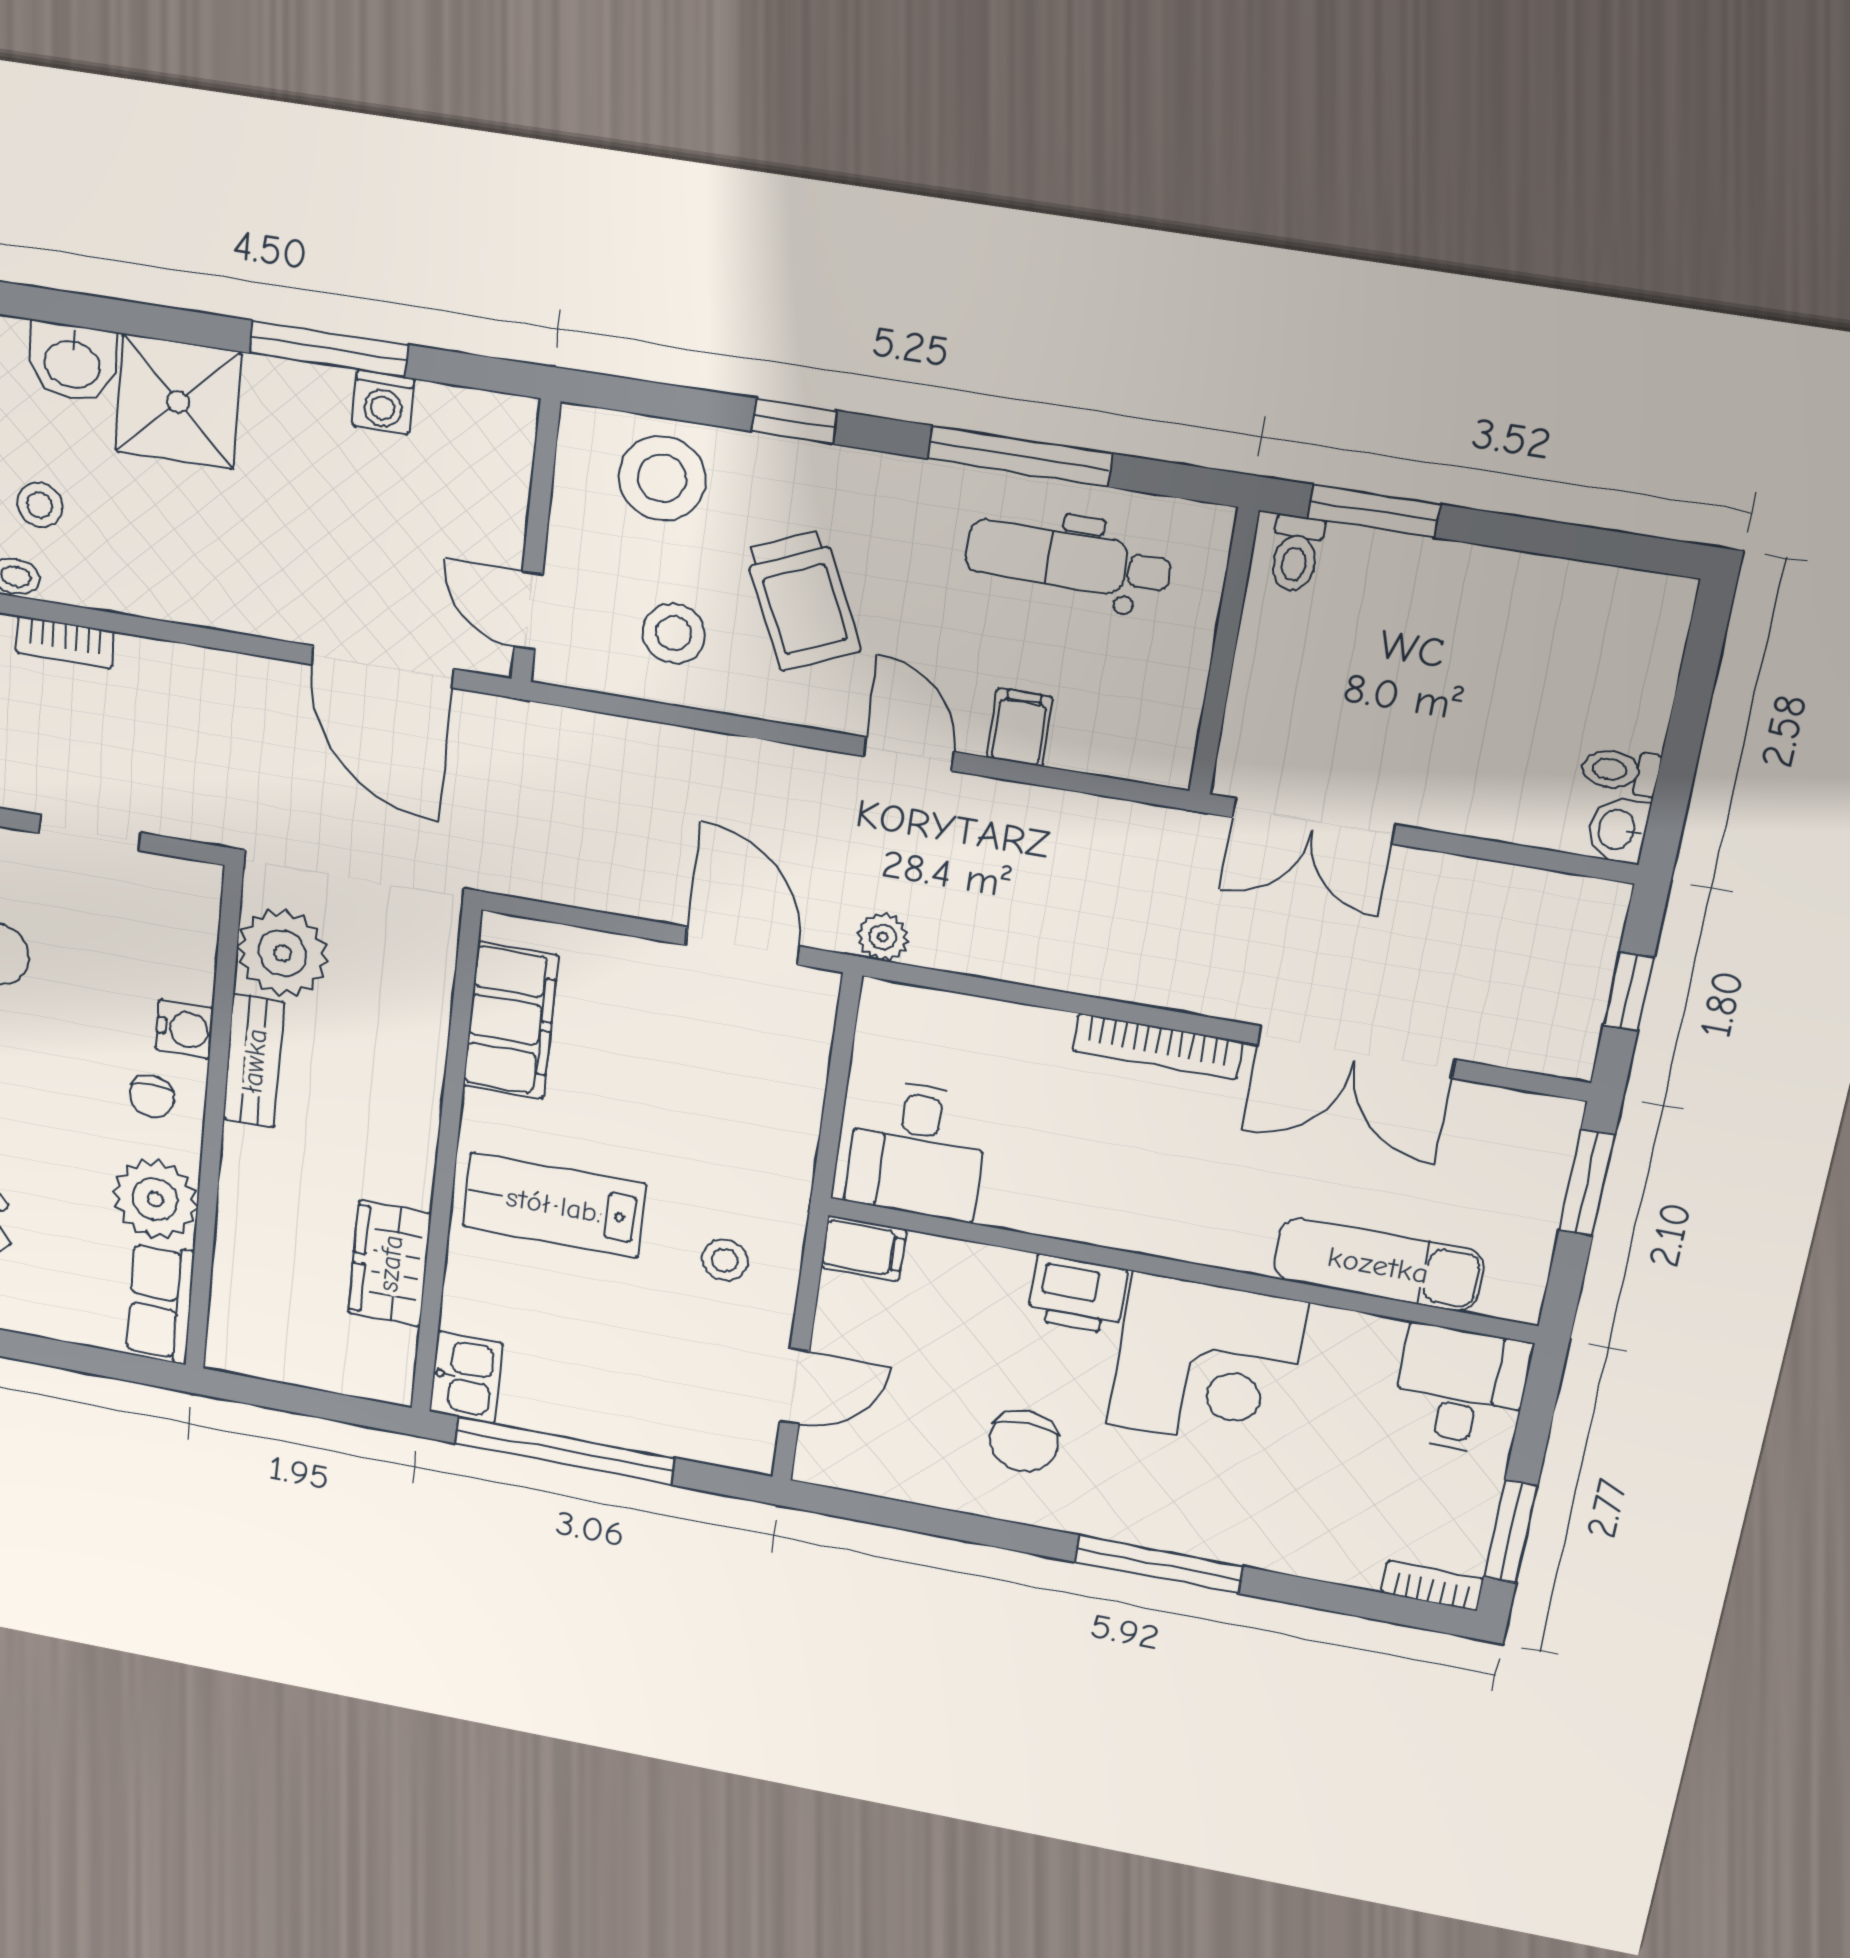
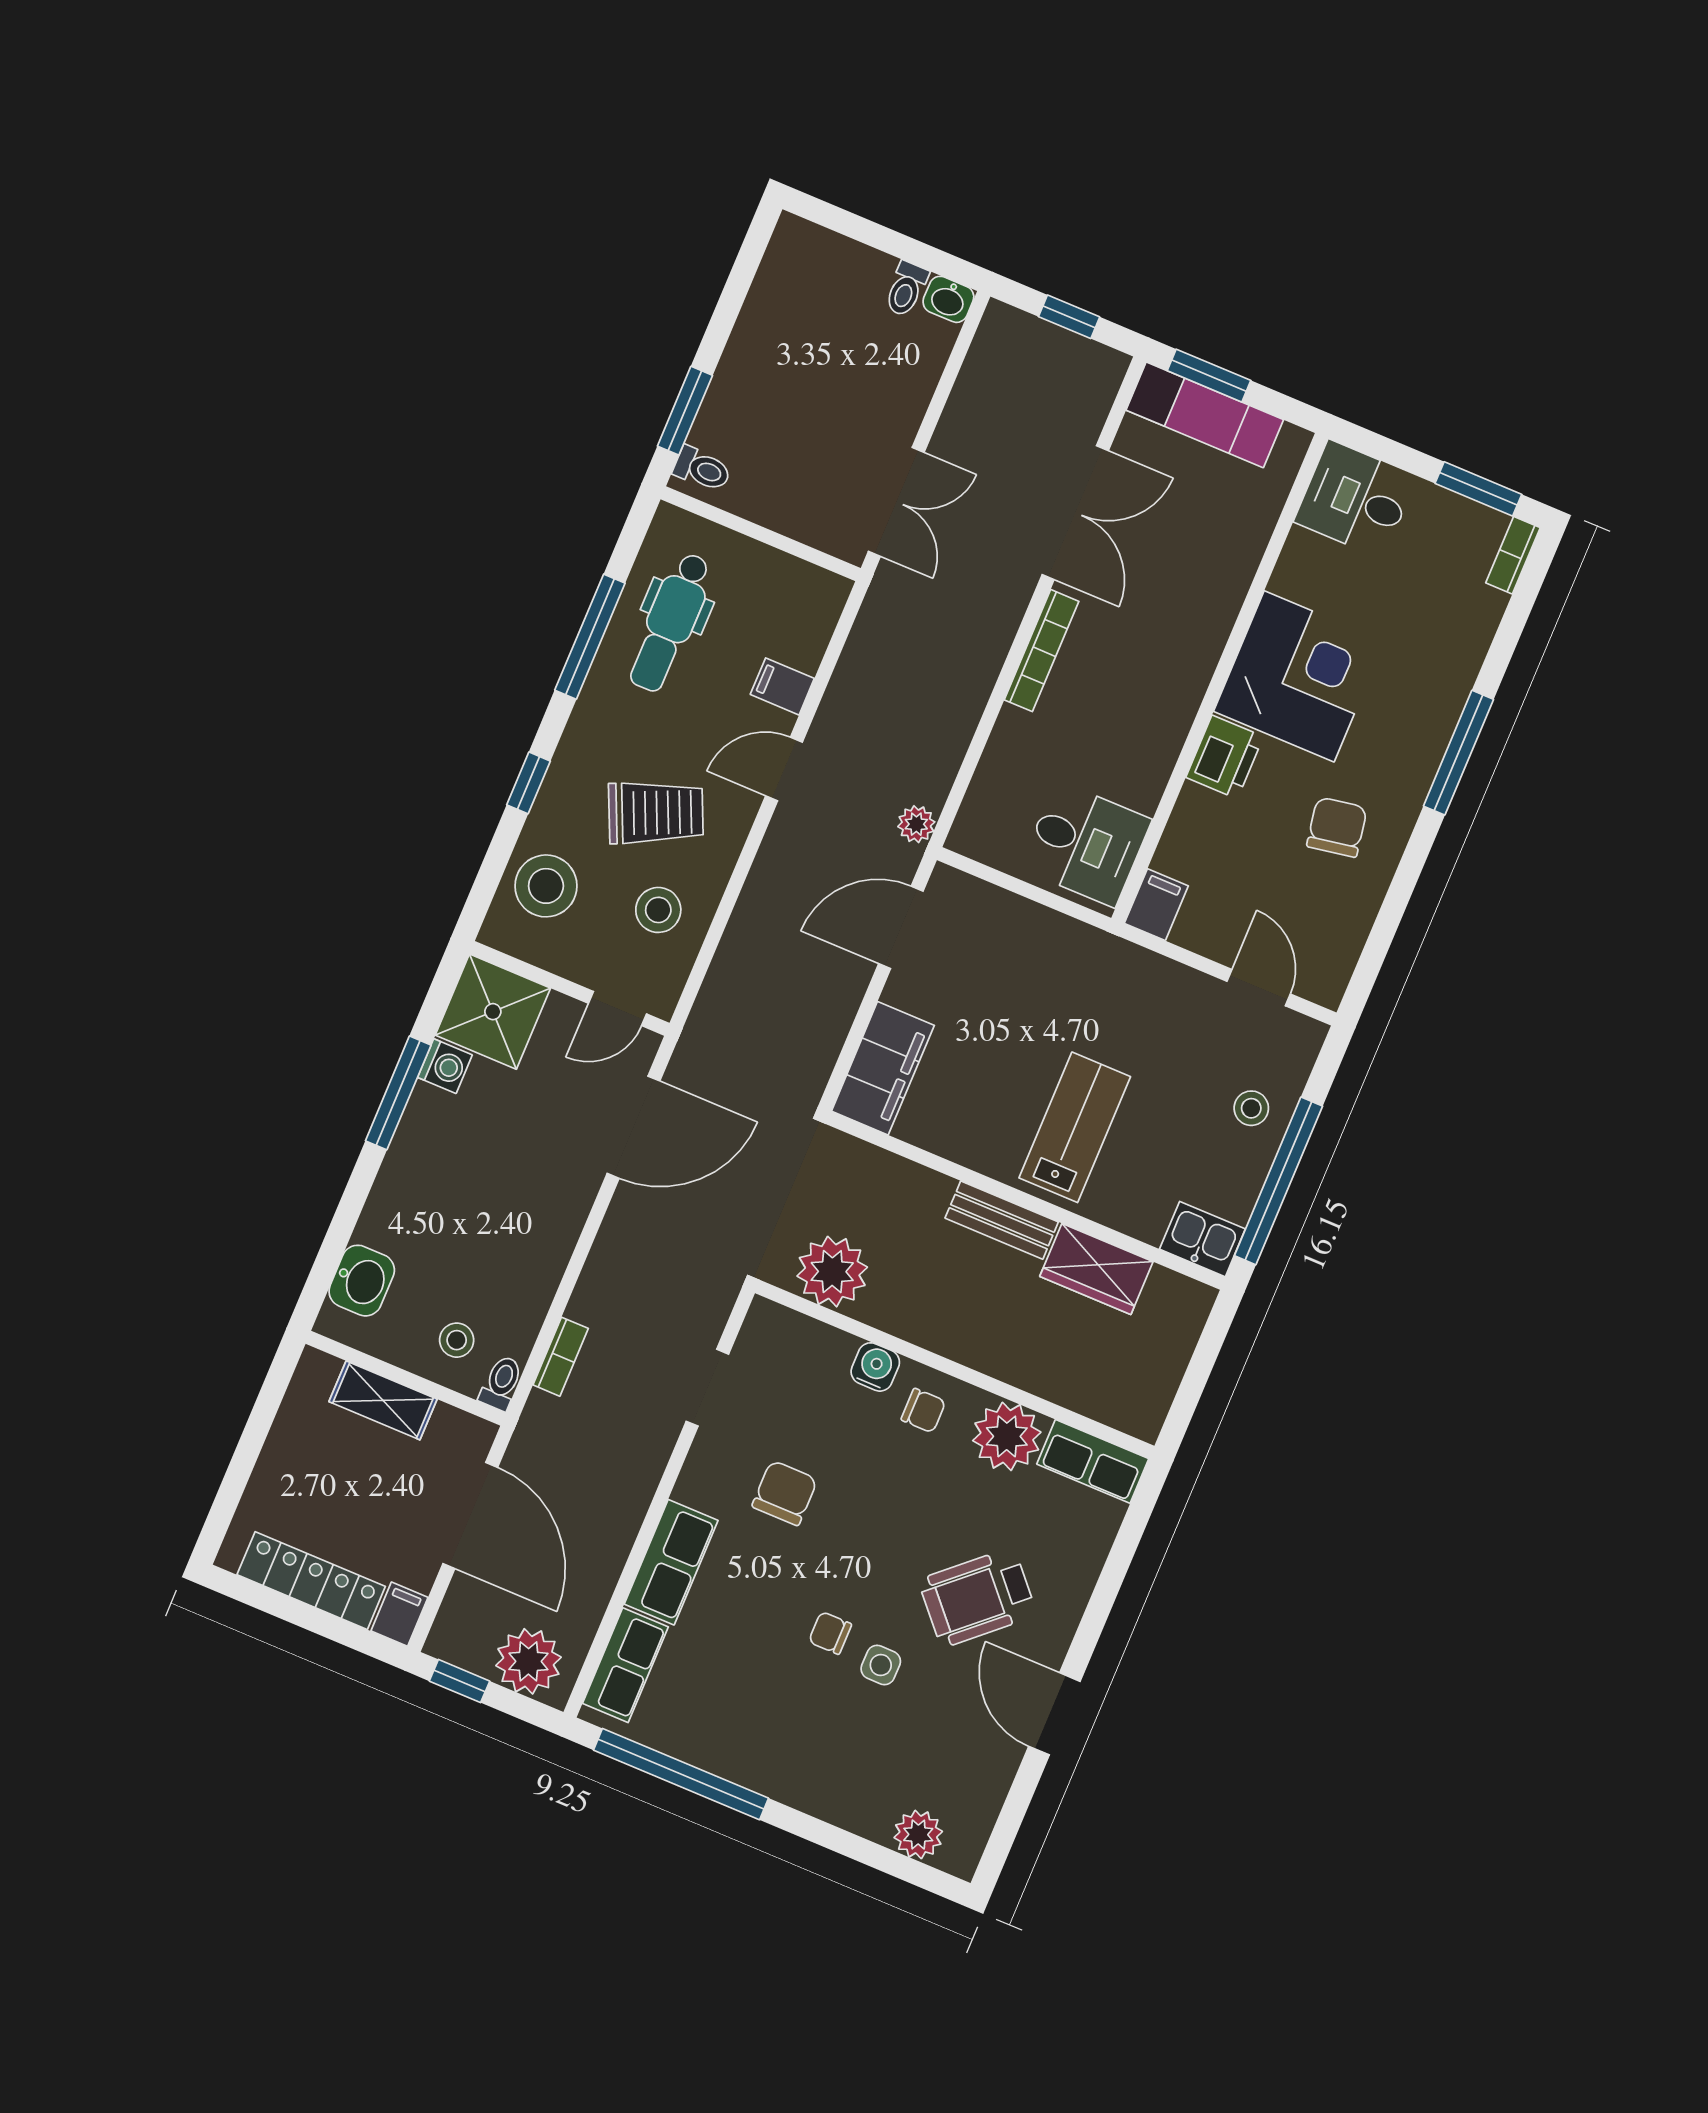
shower: (178, 402) -> (493, 1012), moved
filing cabinet: (511, 1021) -> (883, 1068), moved, turned 90
bench: (254, 1061) -> (1002, 1220), moved
lab bench: (554, 1205) -> (1075, 1127), turned 180
stool: (725, 1260) -> (1251, 1108), moved
exam couch: (1378, 1265) -> (1205, 415), moved, turned -90
chair: (1024, 1441) -> (1337, 827), turned -100

